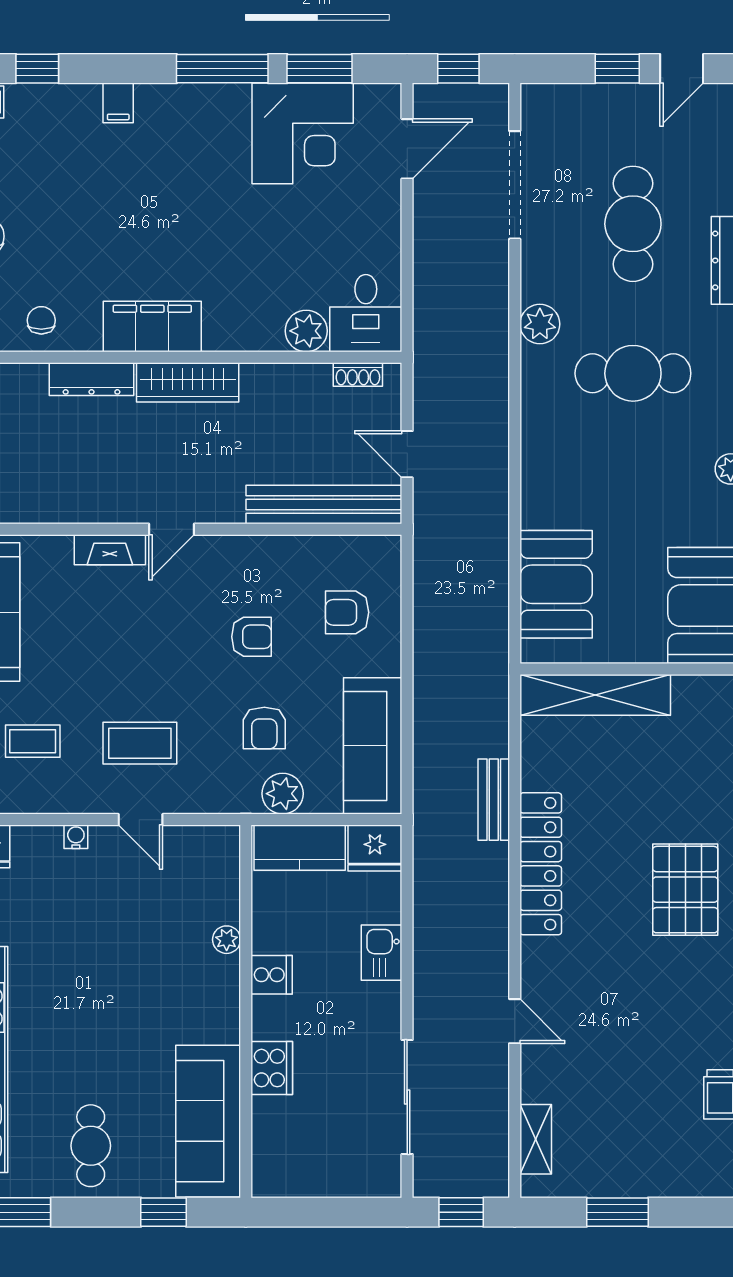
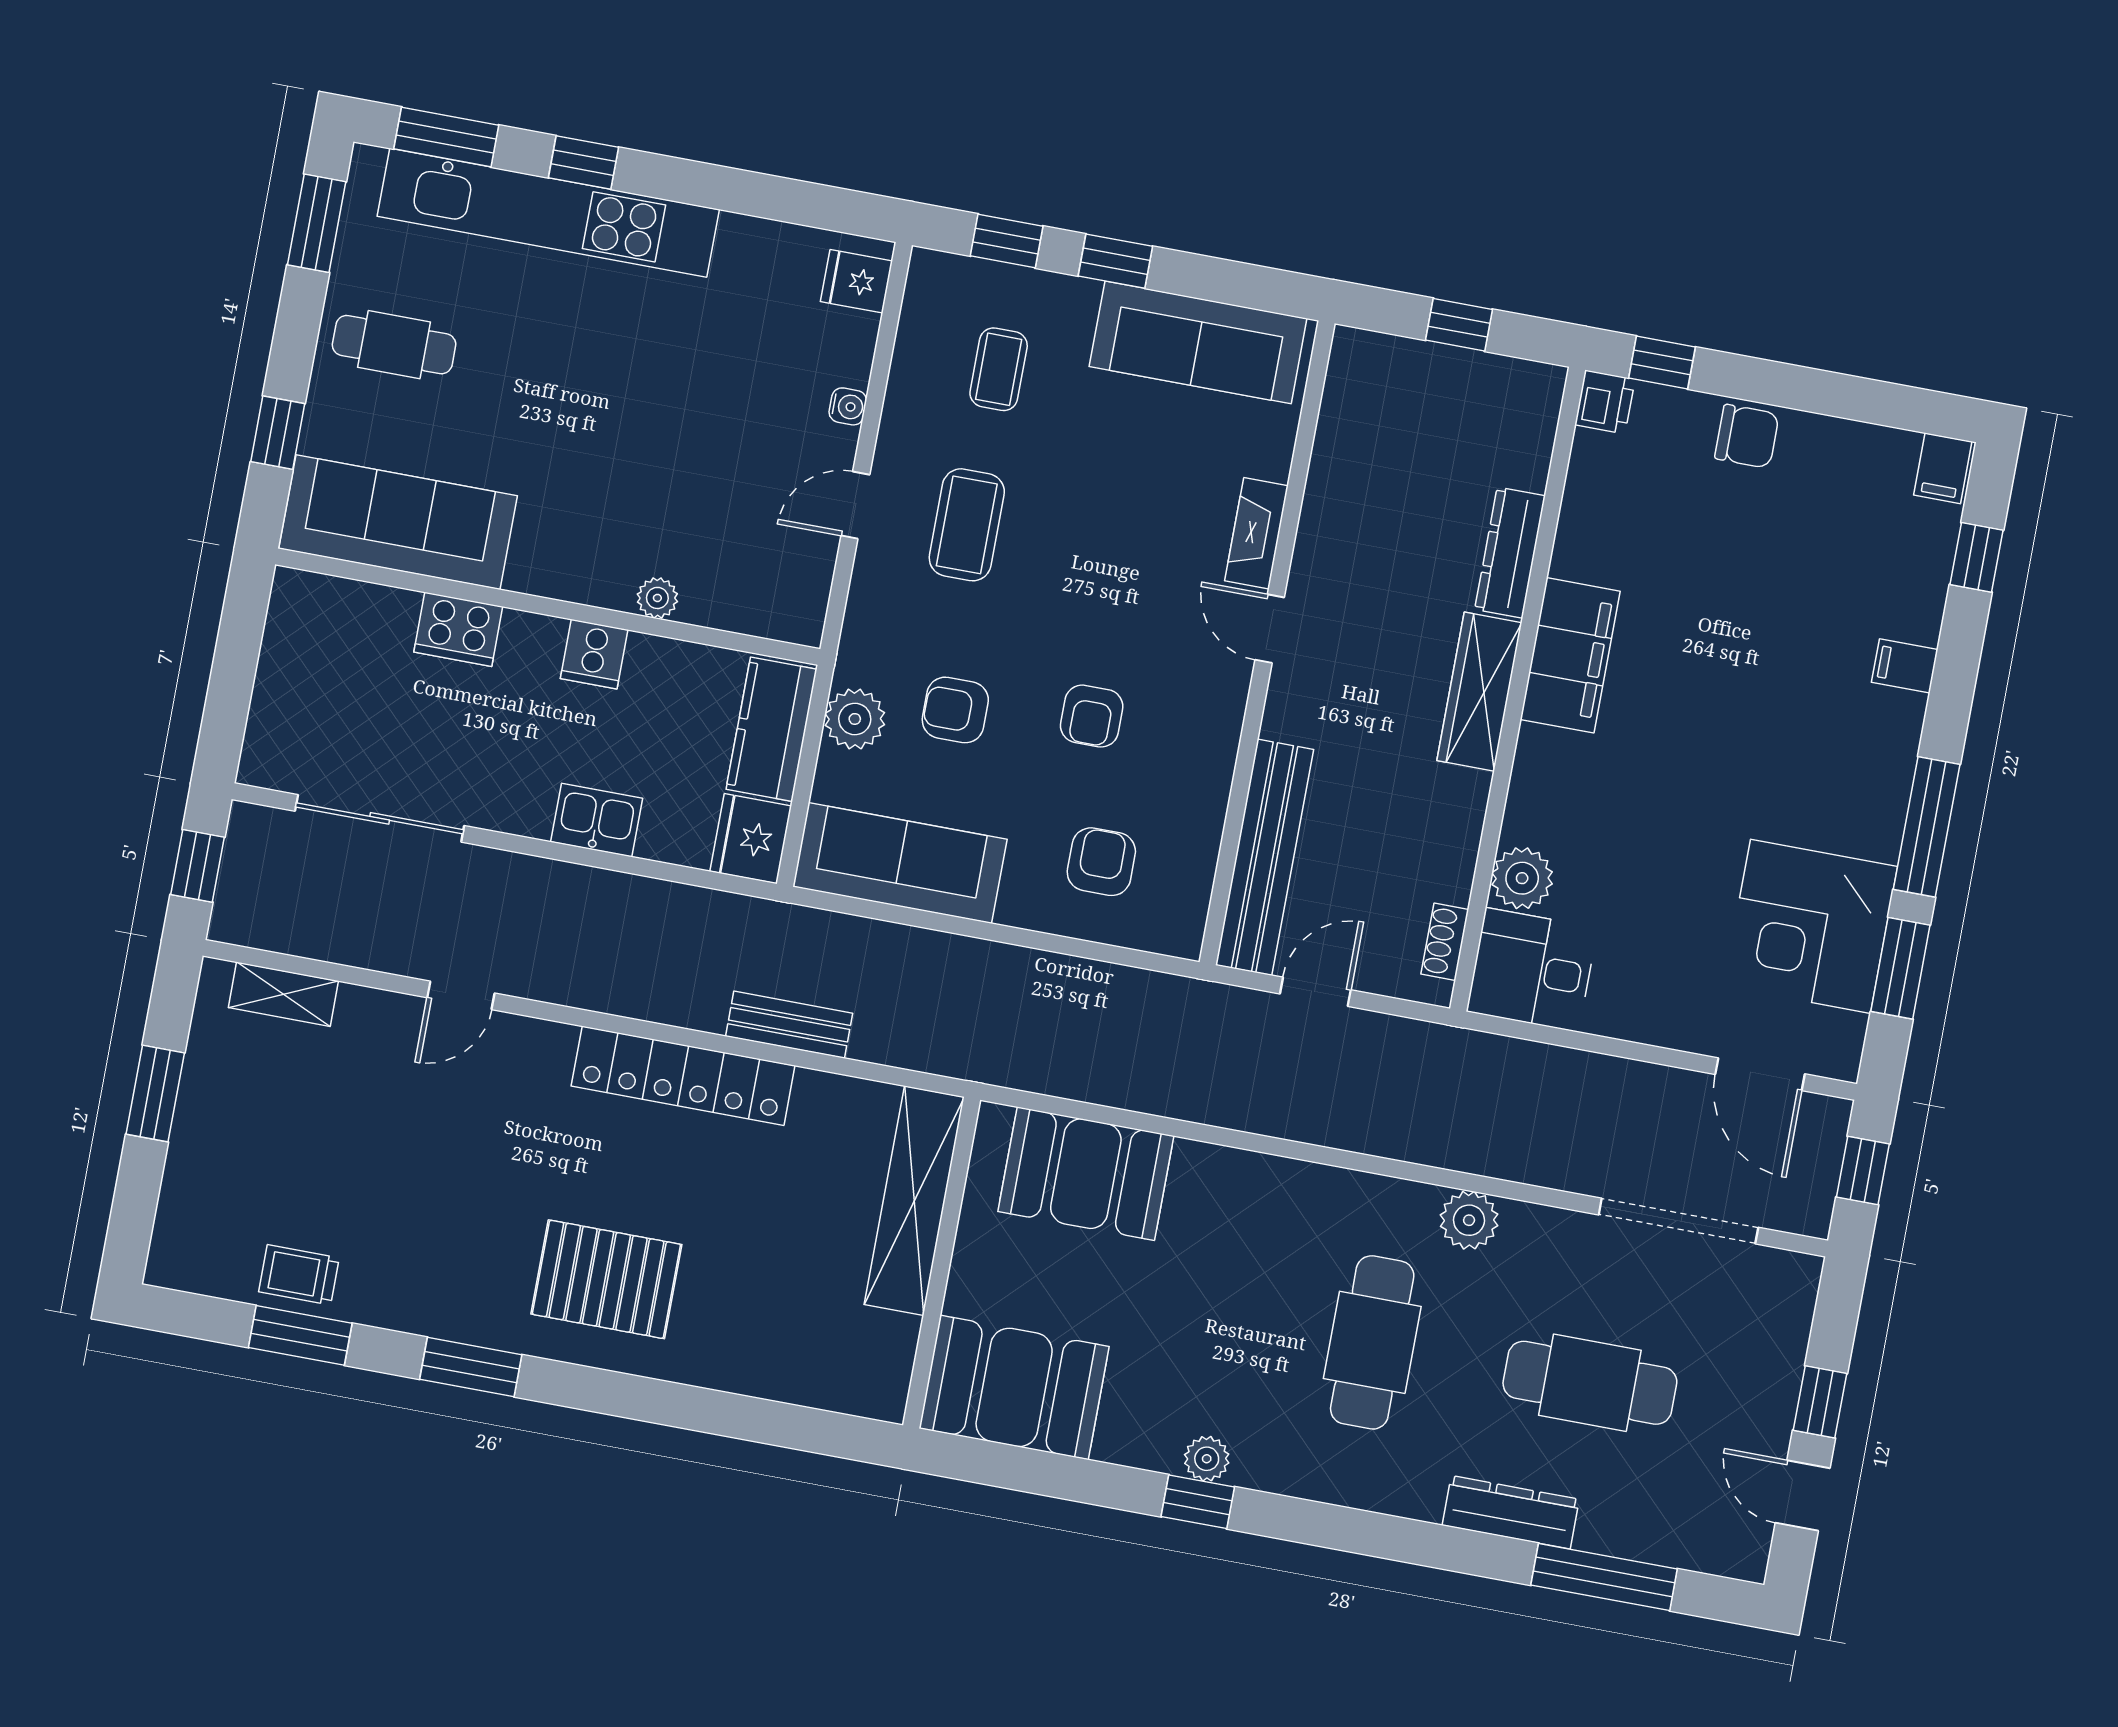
chair: (41, 320) -> (1609, 495), removed

